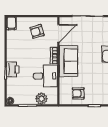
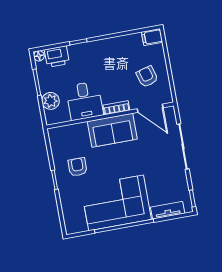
printer: (13, 69) -> (57, 57), moved
armchair: (78, 93) -> (78, 167), moved

